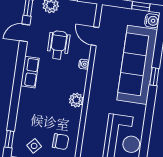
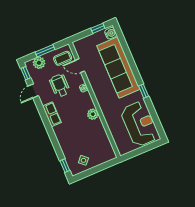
coffee table: (80, 16) -> (63, 58), added
window: (154, 77) -> (144, 91), moved
chair: (61, 142) -> (99, 147), removed

